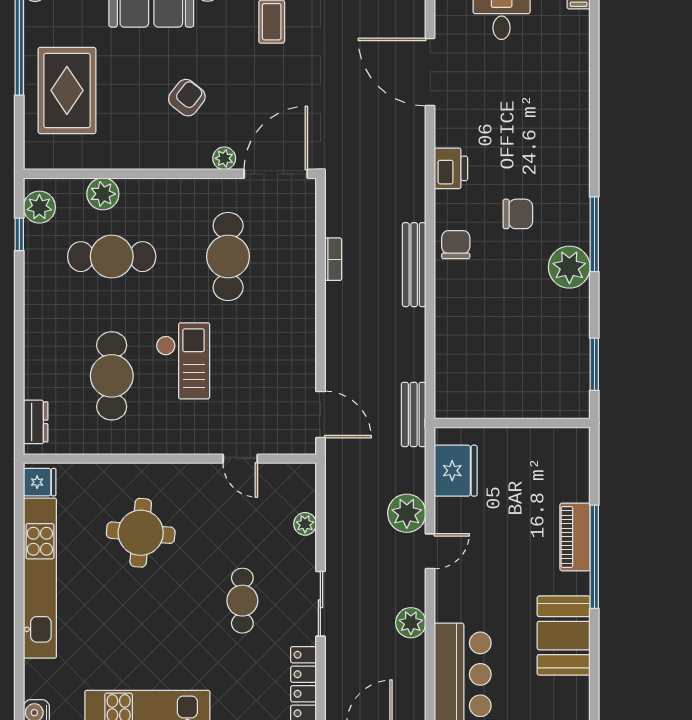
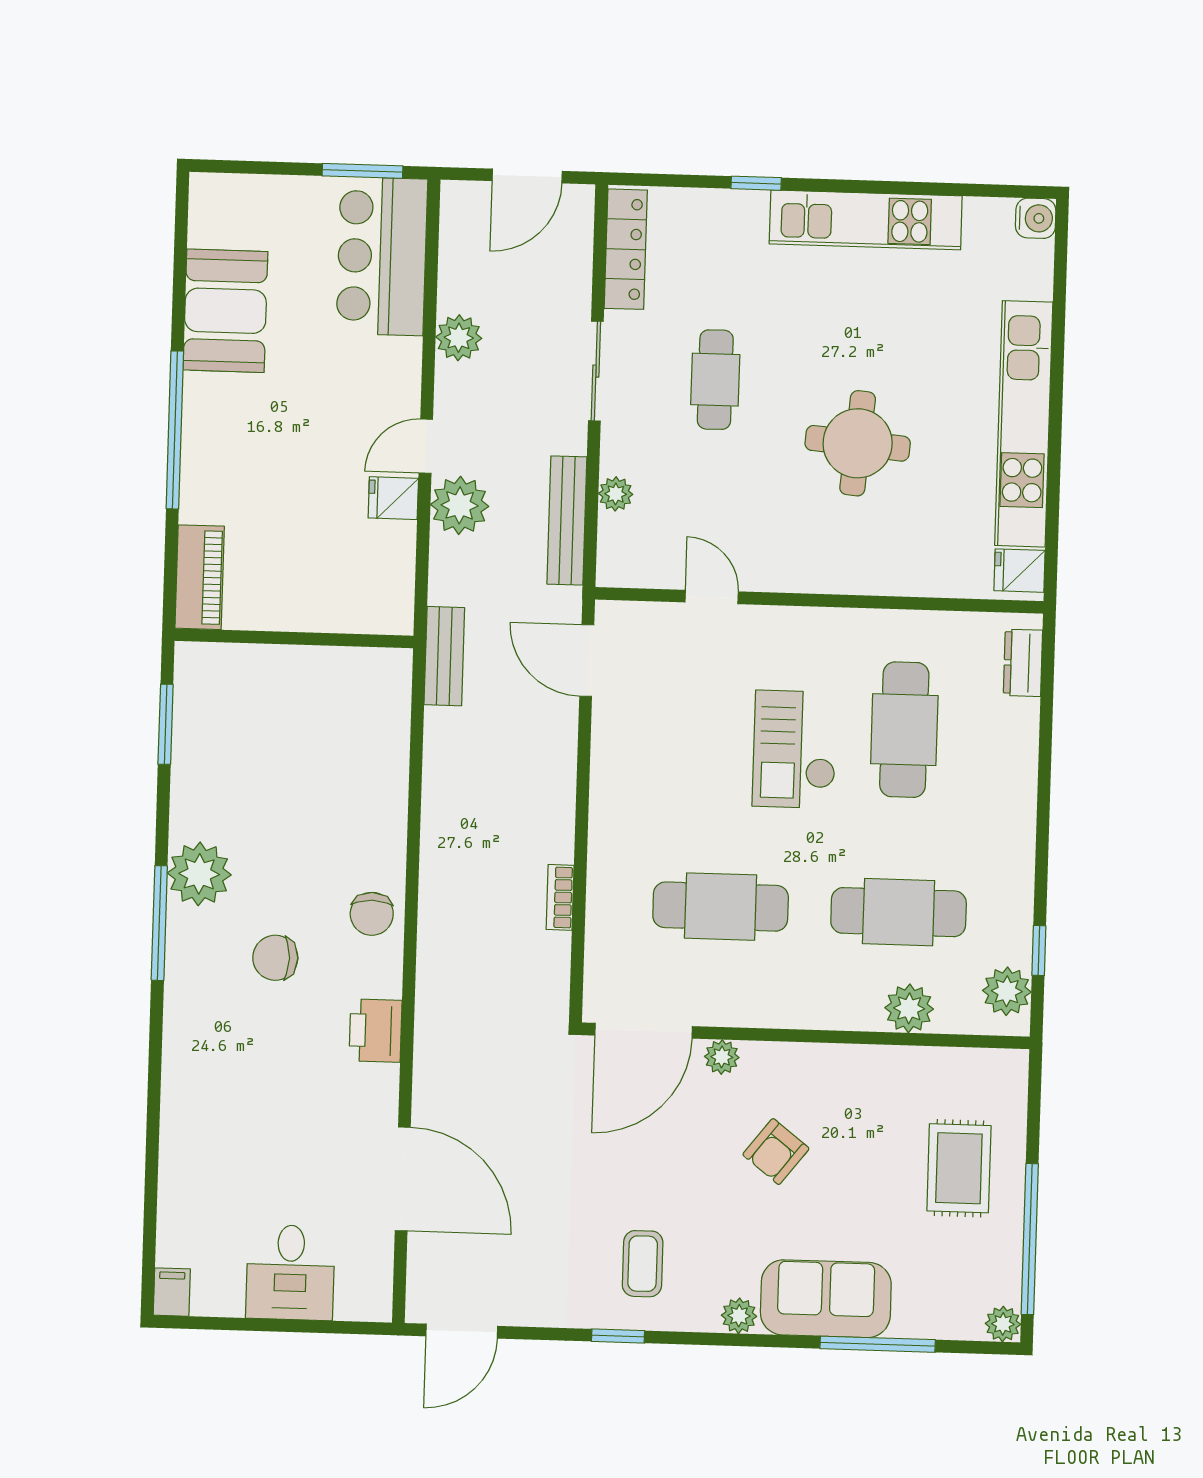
rug: (67, 90) -> (959, 1168), width x0.73, depth x0.70
cafe table: (228, 257) -> (721, 907), turned 90
bench: (414, 265) -> (567, 520), moved
fridge: (456, 471) -> (393, 498), moved, width x0.53, depth x0.75
round table: (141, 533) -> (858, 443), moved
piano: (575, 537) -> (200, 577), moved

